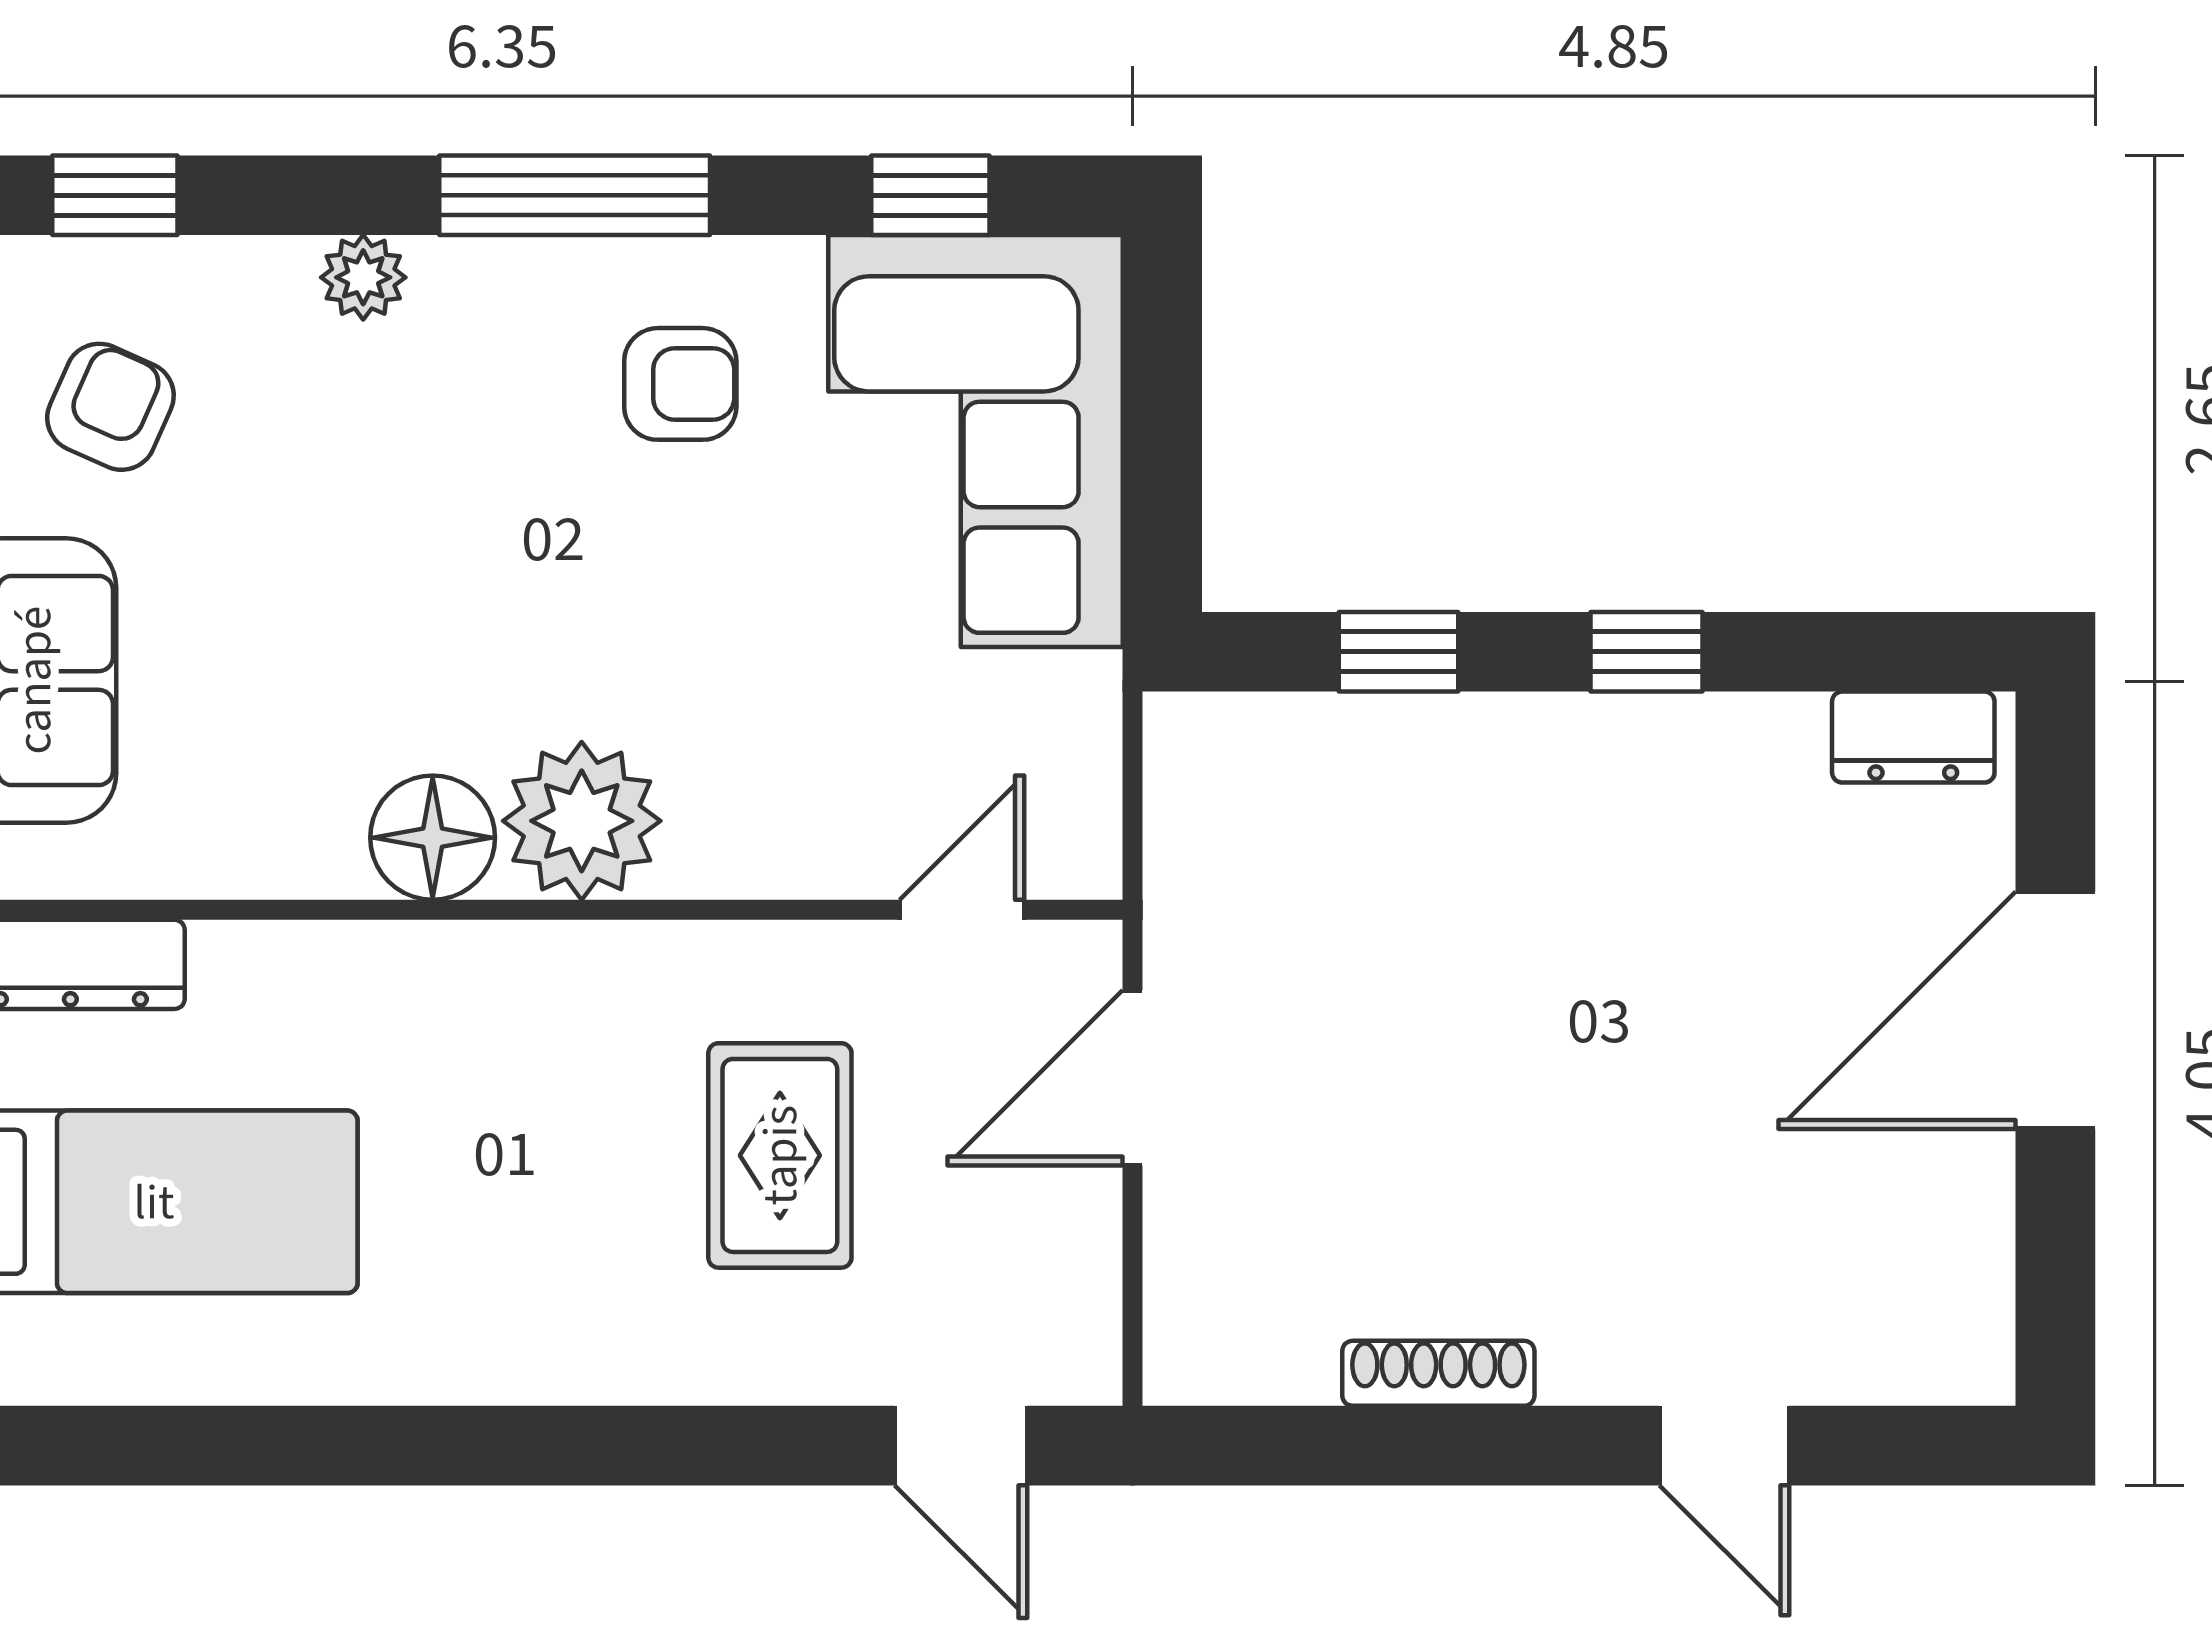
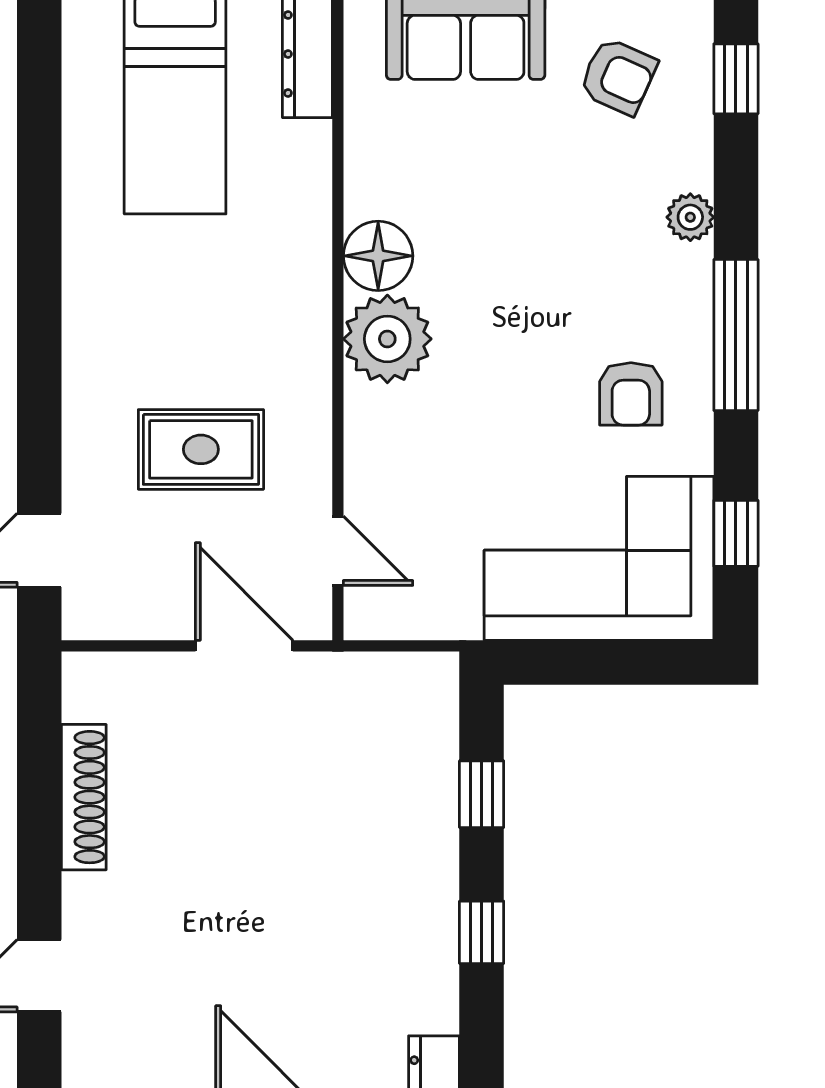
shoe rack: (1438, 1373) -> (84, 797), width x1.36, depth x1.24

